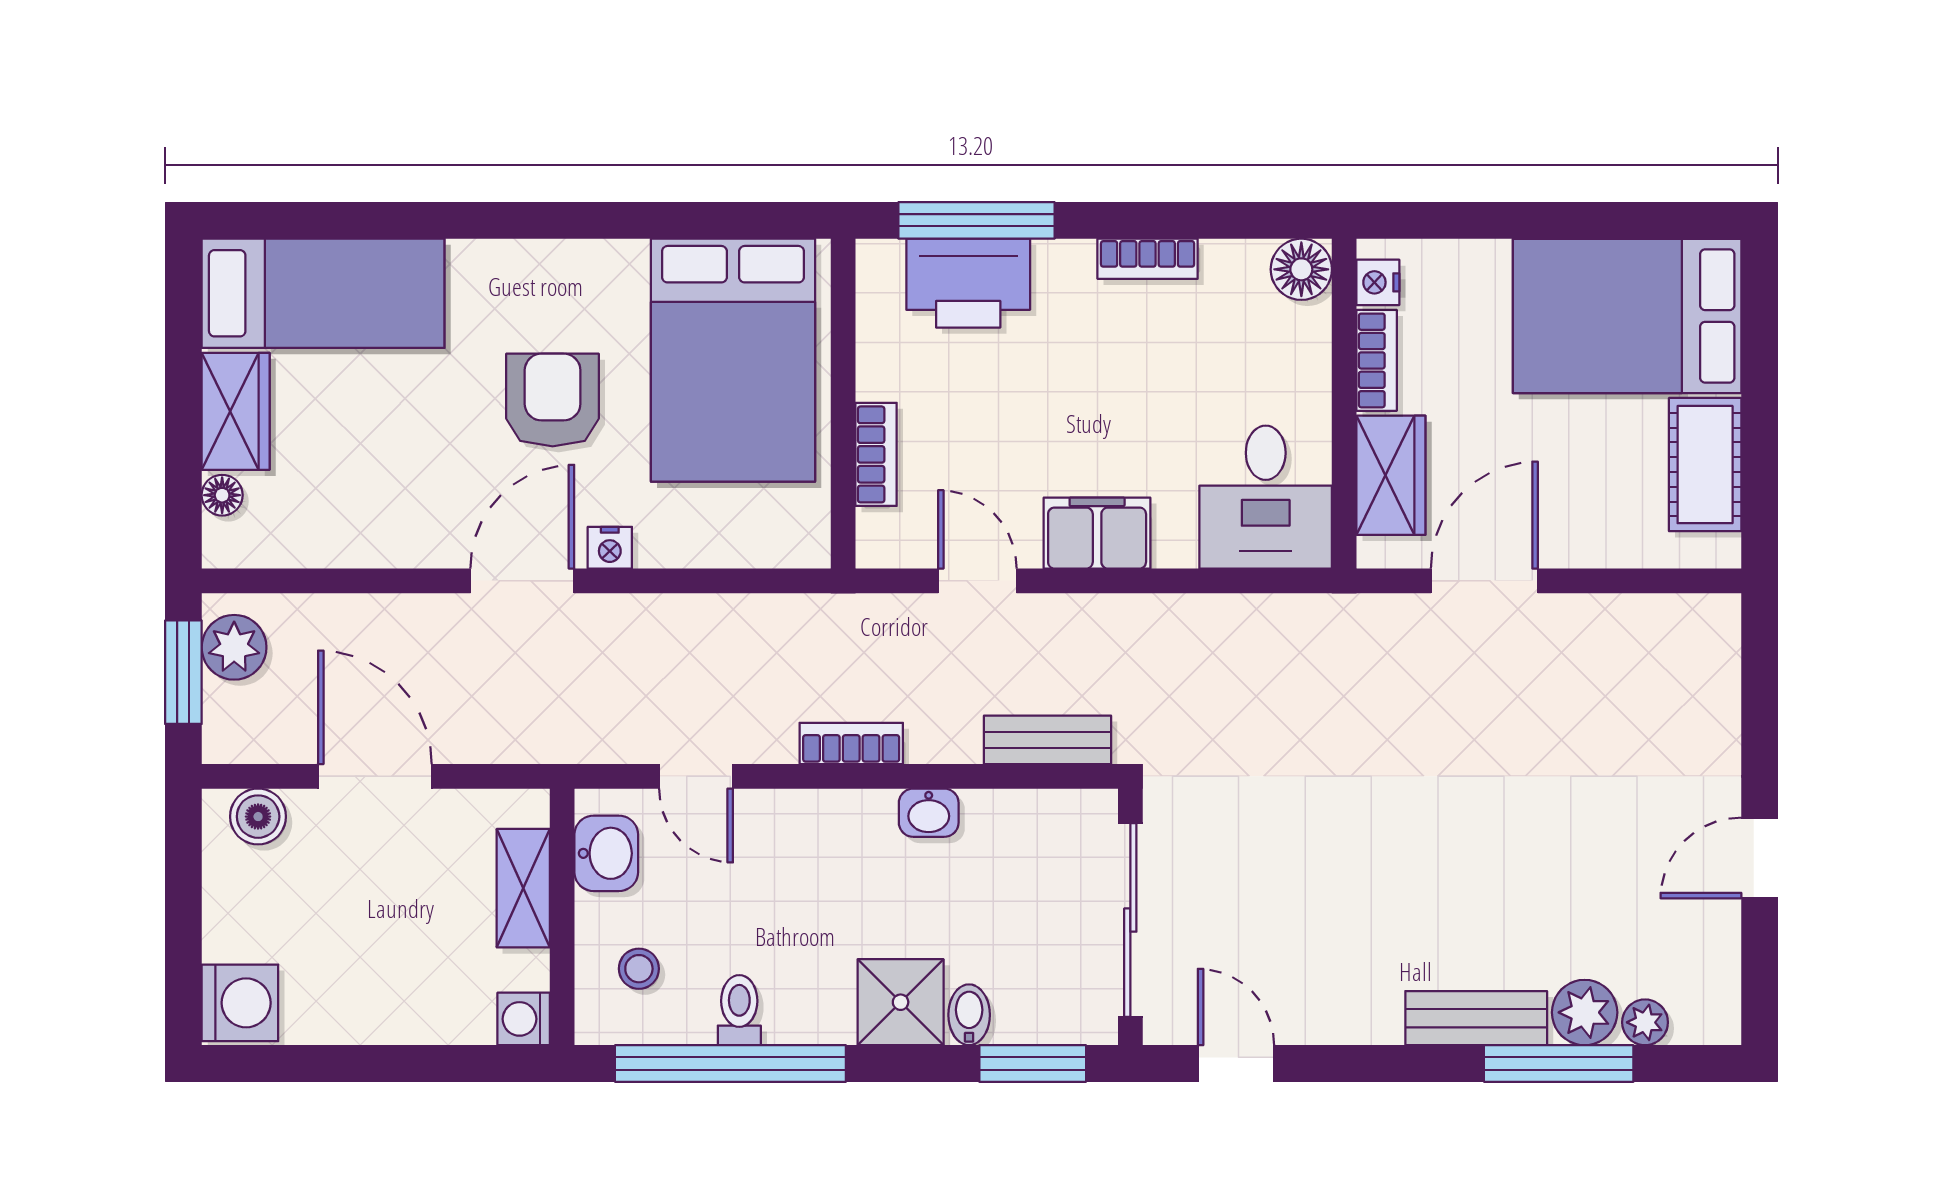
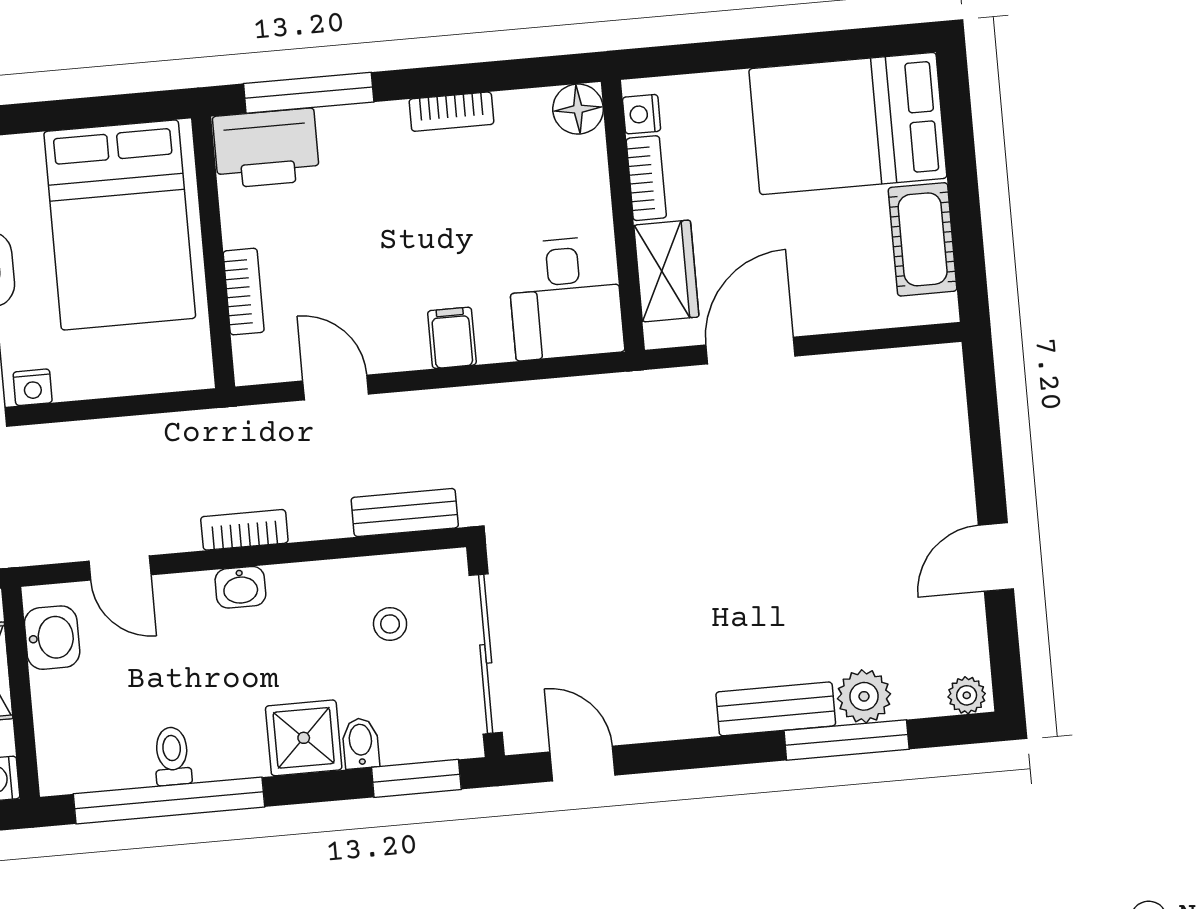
printer: (968, 283) -> (266, 148), moved
filing cabinet: (1097, 533) -> (452, 338), width x0.50
washbasin: (929, 813) -> (240, 587), moved
stool: (639, 969) -> (390, 624), moved
plant: (1645, 1022) -> (967, 695), moved

